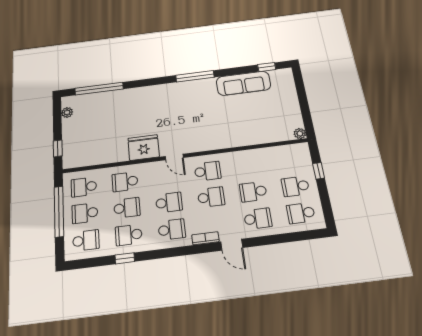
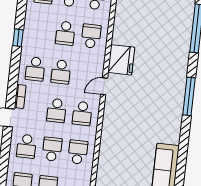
window: (195, 76) -> (189, 96), moved
school desk: (129, 235) -> (78, 152), moved
window: (125, 258) -> (18, 38), moved

